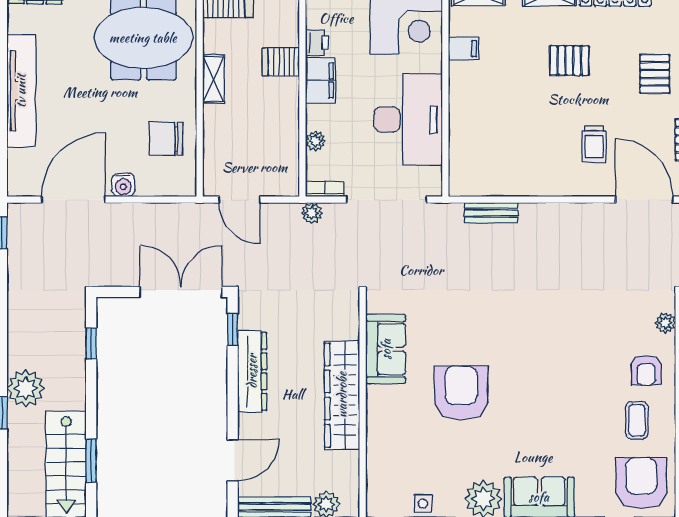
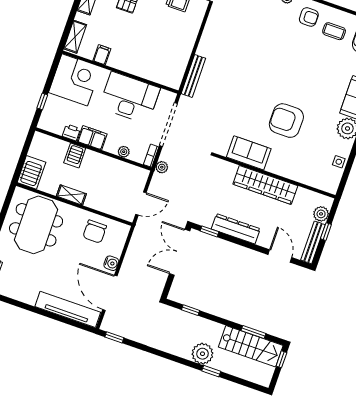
tv unit: (21, 91) -> (68, 309), moved
bench: (491, 213) -> (193, 76), width x1.36

